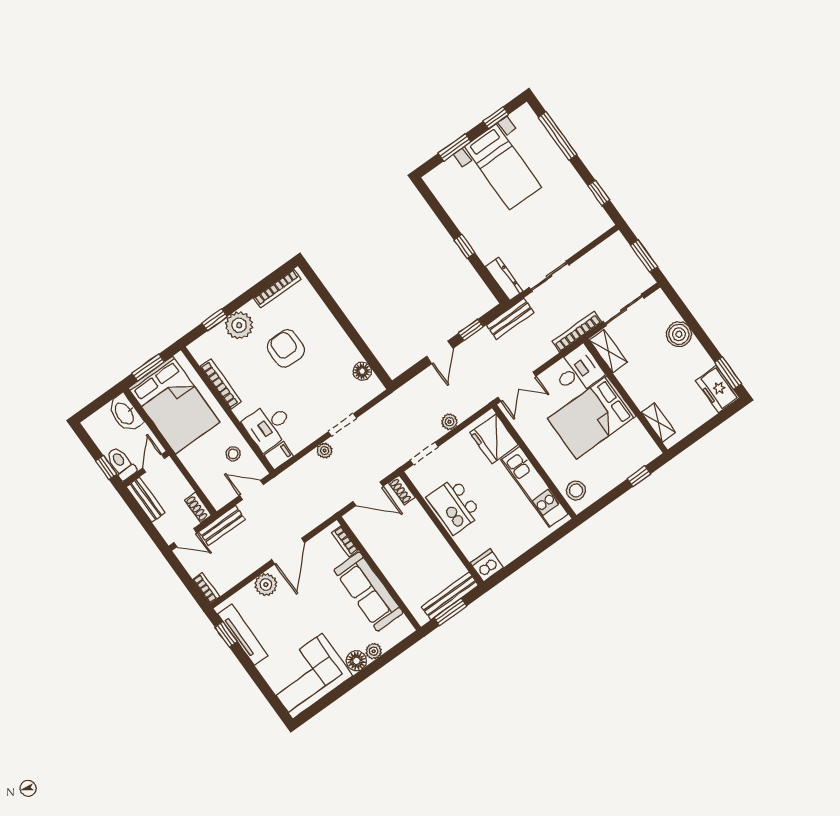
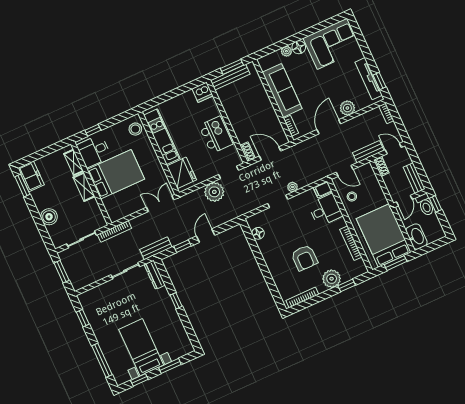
shelving: (608, 351) -> (84, 187), moved
desk: (578, 371) -> (94, 151), moved
plant: (449, 422) -> (214, 192), width x1.87, depth x1.87

